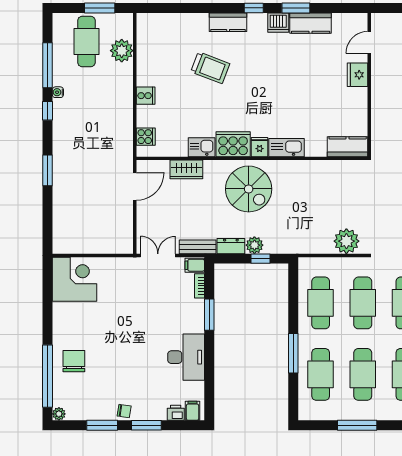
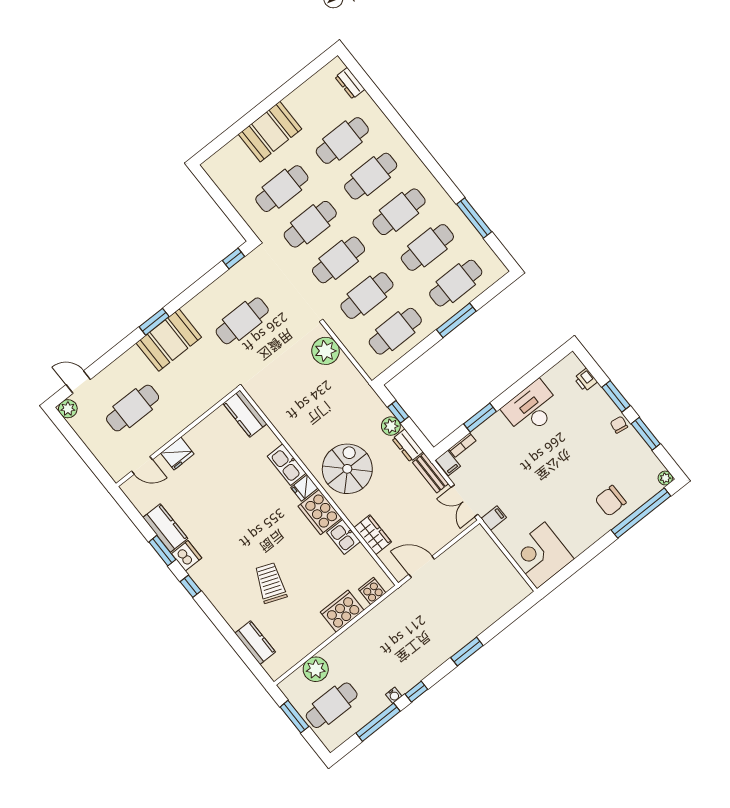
kitchen counter: (228, 22) -> (255, 643), moved
cooker: (146, 96) -> (342, 611), width x1.87, depth x1.31
filing cabinet: (193, 411) -> (494, 518), moved, turned 180

